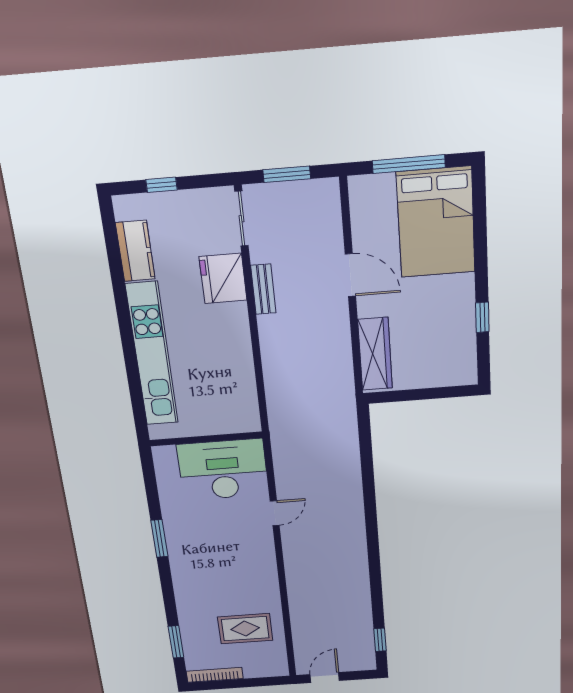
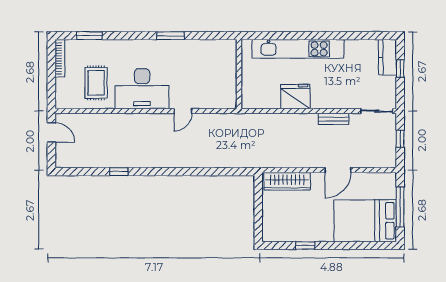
window: (287, 174) -> (400, 139), width x0.67
kitchen counter: (135, 251) -> (387, 57), moved, turned 90
fridge: (223, 278) -> (295, 96), moved
desk: (223, 470) -> (142, 89), moved, turned 90
door: (275, 513) -> (183, 111), hinge flipped
window: (380, 640) -> (119, 172), moved

